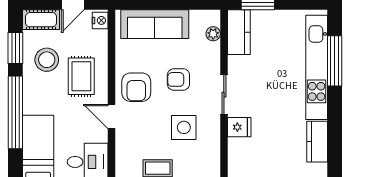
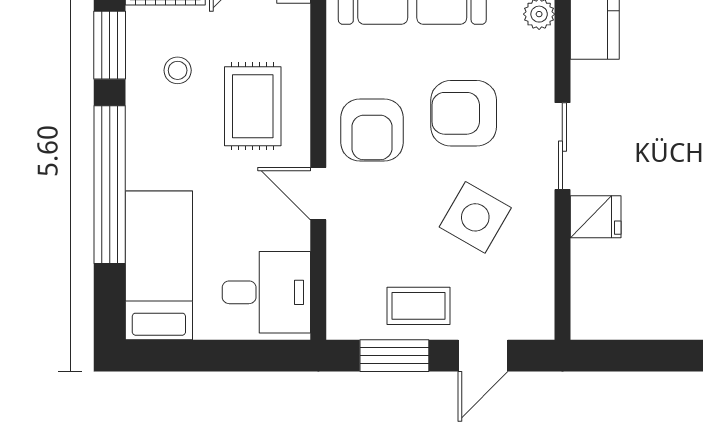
stool: (47, 60) -> (178, 70), width x0.53, depth x0.53
armchair: (178, 79) -> (464, 113), width x1.38, depth x1.38
side table: (184, 127) -> (475, 217), turned 30

